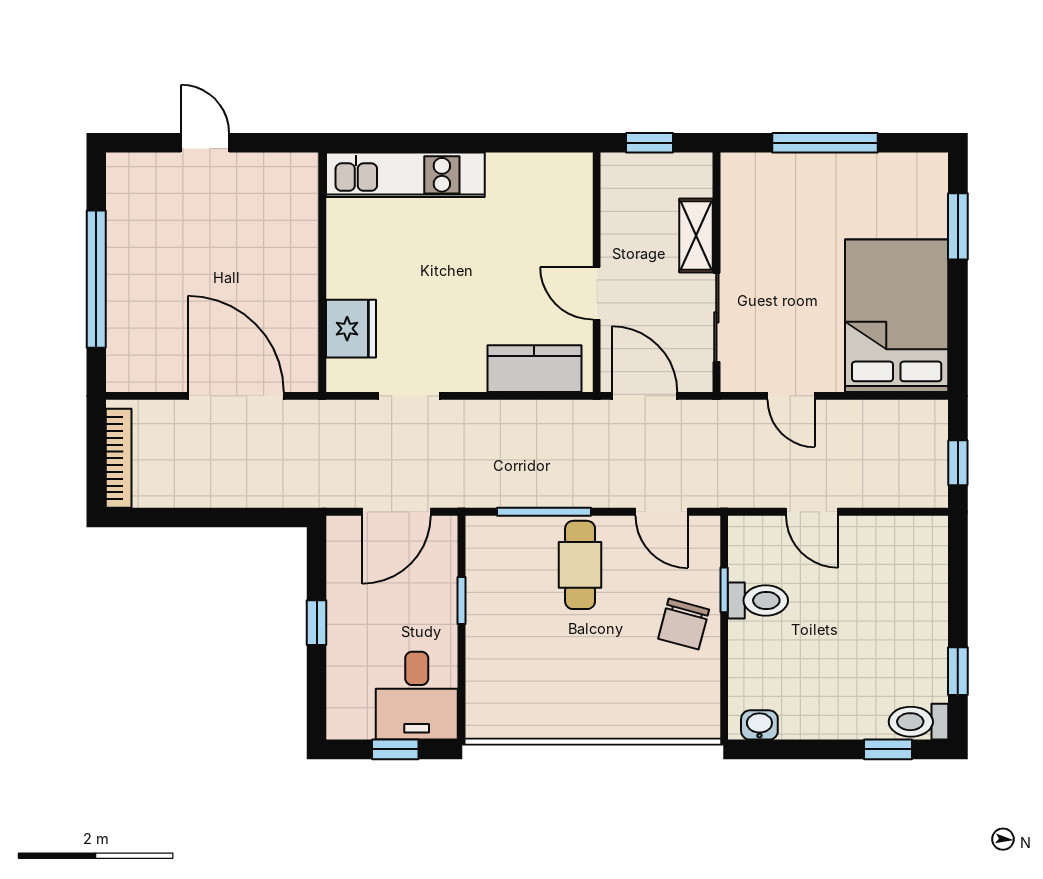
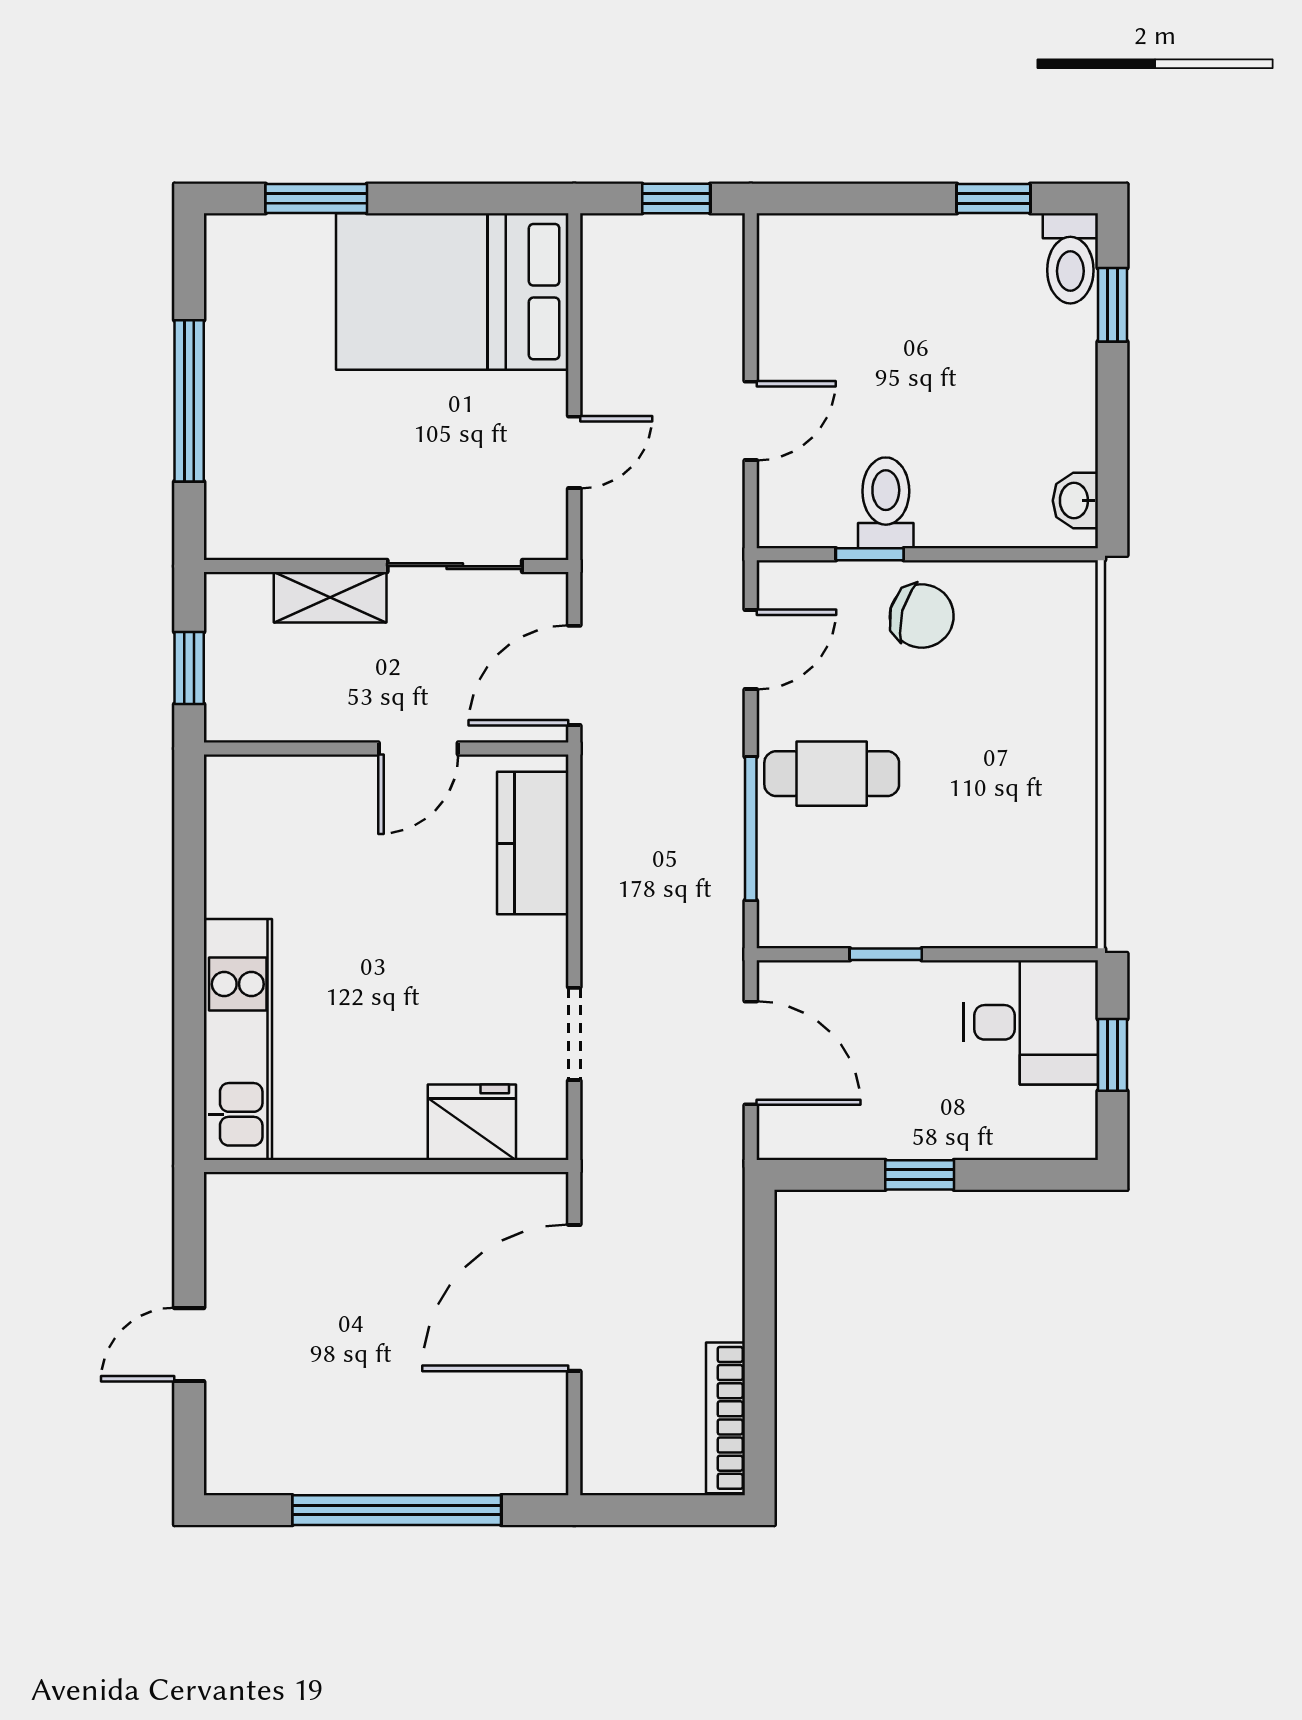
bookcase: (119, 458) -> (726, 1418), moved, turned -90

